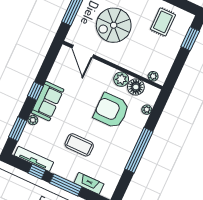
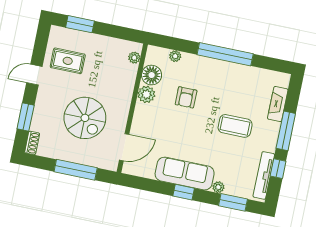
sofa: (48, 101) -> (185, 174), width x1.36
armchair: (111, 111) -> (186, 97), width x0.53, depth x0.53
coffee table: (79, 145) -> (235, 126), turned 90

